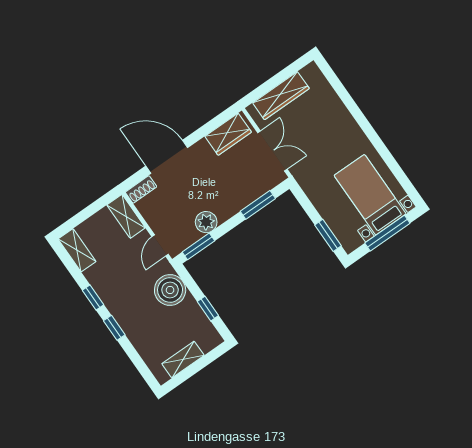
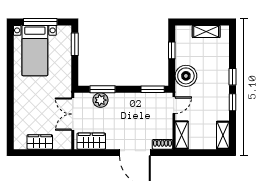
wardrobe: (281, 96) -> (40, 142), width x0.67
plant: (206, 222) -> (100, 100), moved

